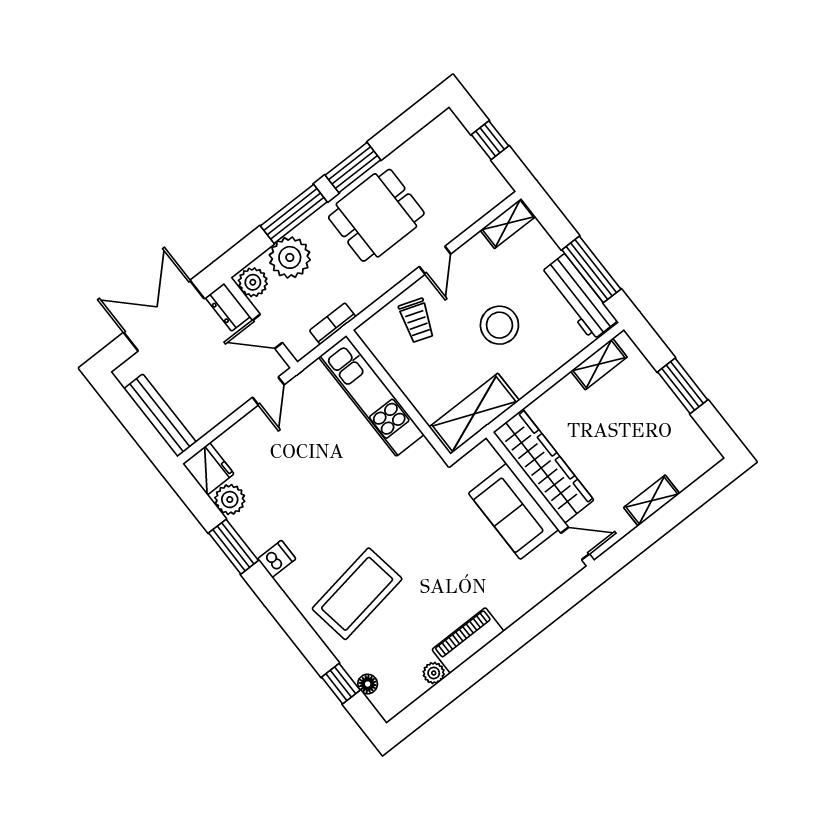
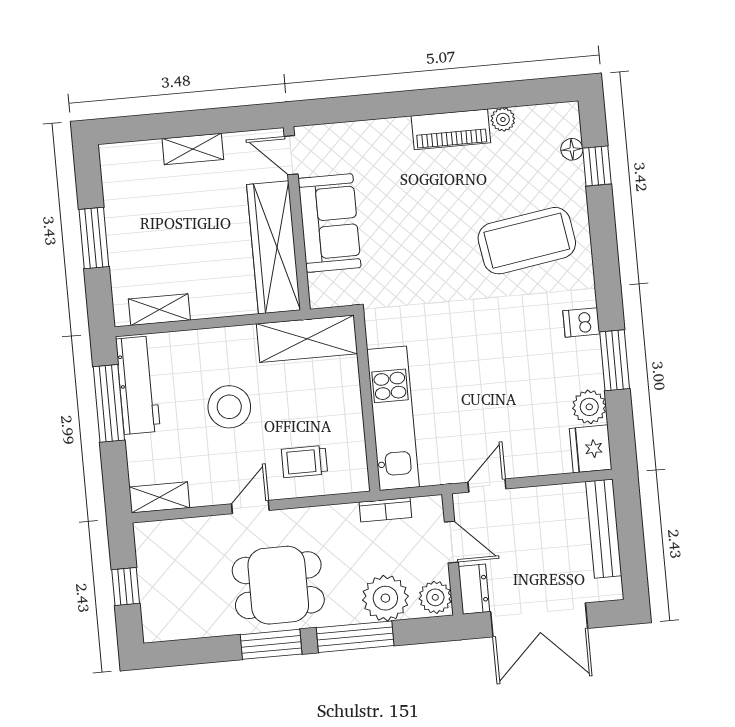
trolley: (417, 321) -> (304, 462), turned -109

